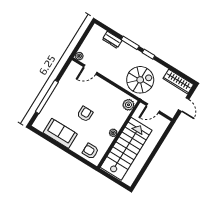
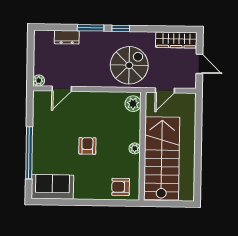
sofa: (60, 133) -> (52, 187), moved

